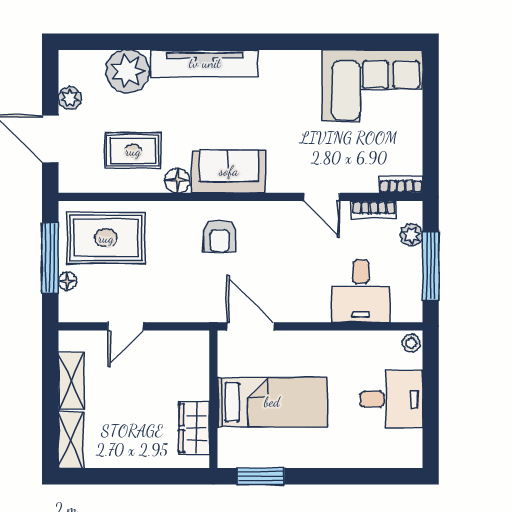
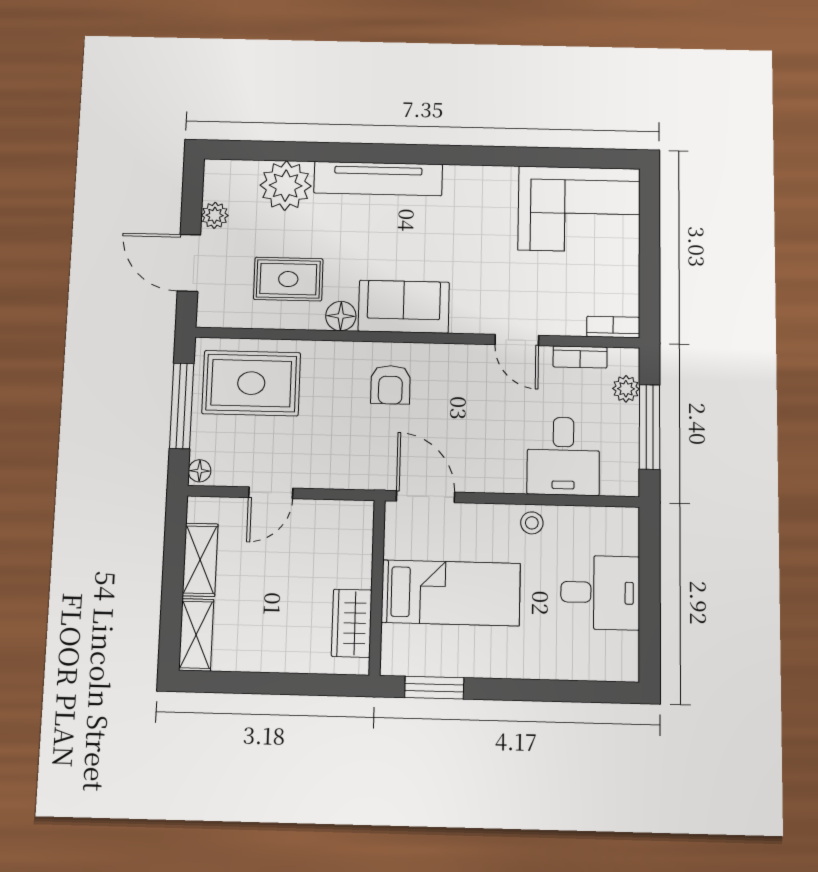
floor lamp: (67, 281) -> (200, 471), moved
stool: (411, 343) -> (532, 523), moved

